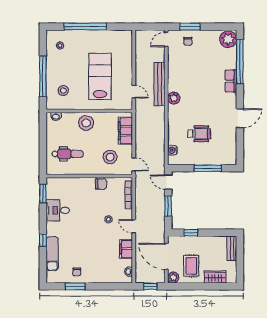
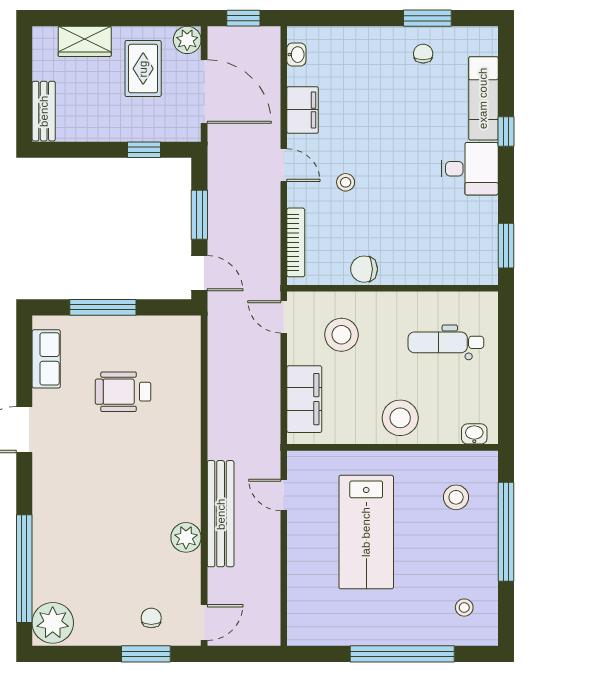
row of seats: (231, 81) -> (46, 359), moved
plant: (174, 98) -> (186, 537), moved
water cooler: (172, 150) -> (189, 351), removed
desk: (58, 210) -> (470, 169), moved

